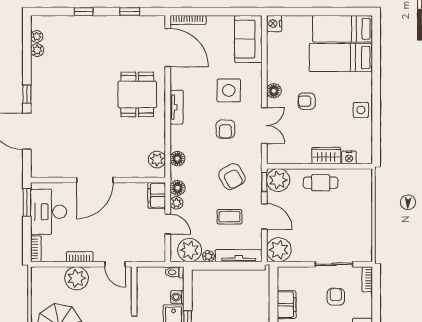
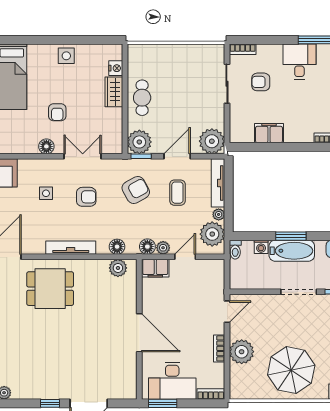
side table: (229, 90) -> (46, 193), width x0.54, depth x0.54
tv unit: (177, 107) -> (71, 248), width x1.41

